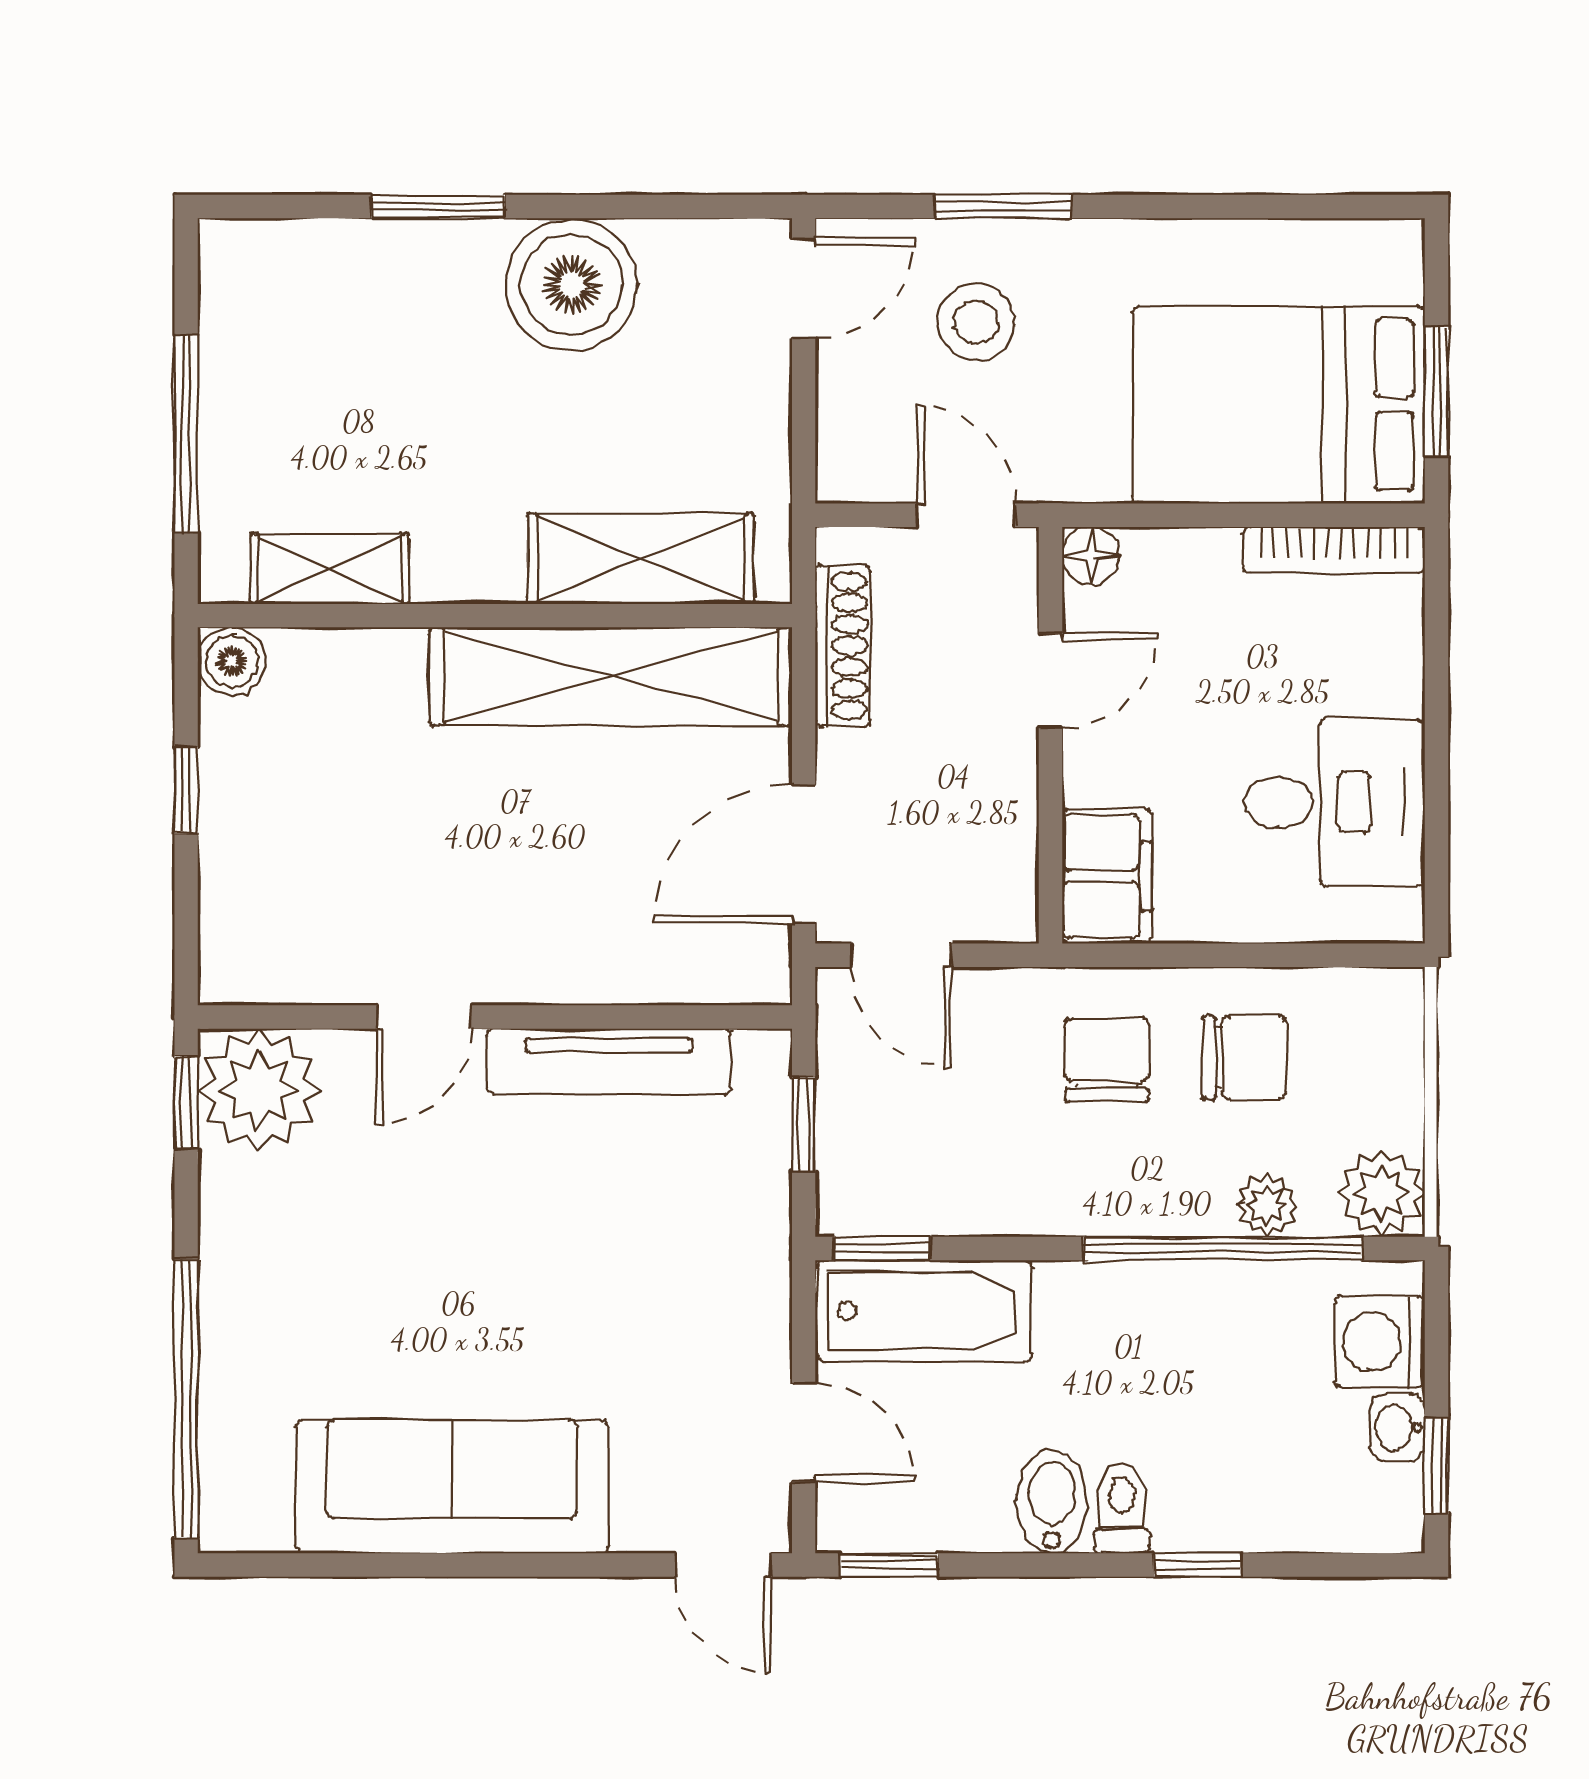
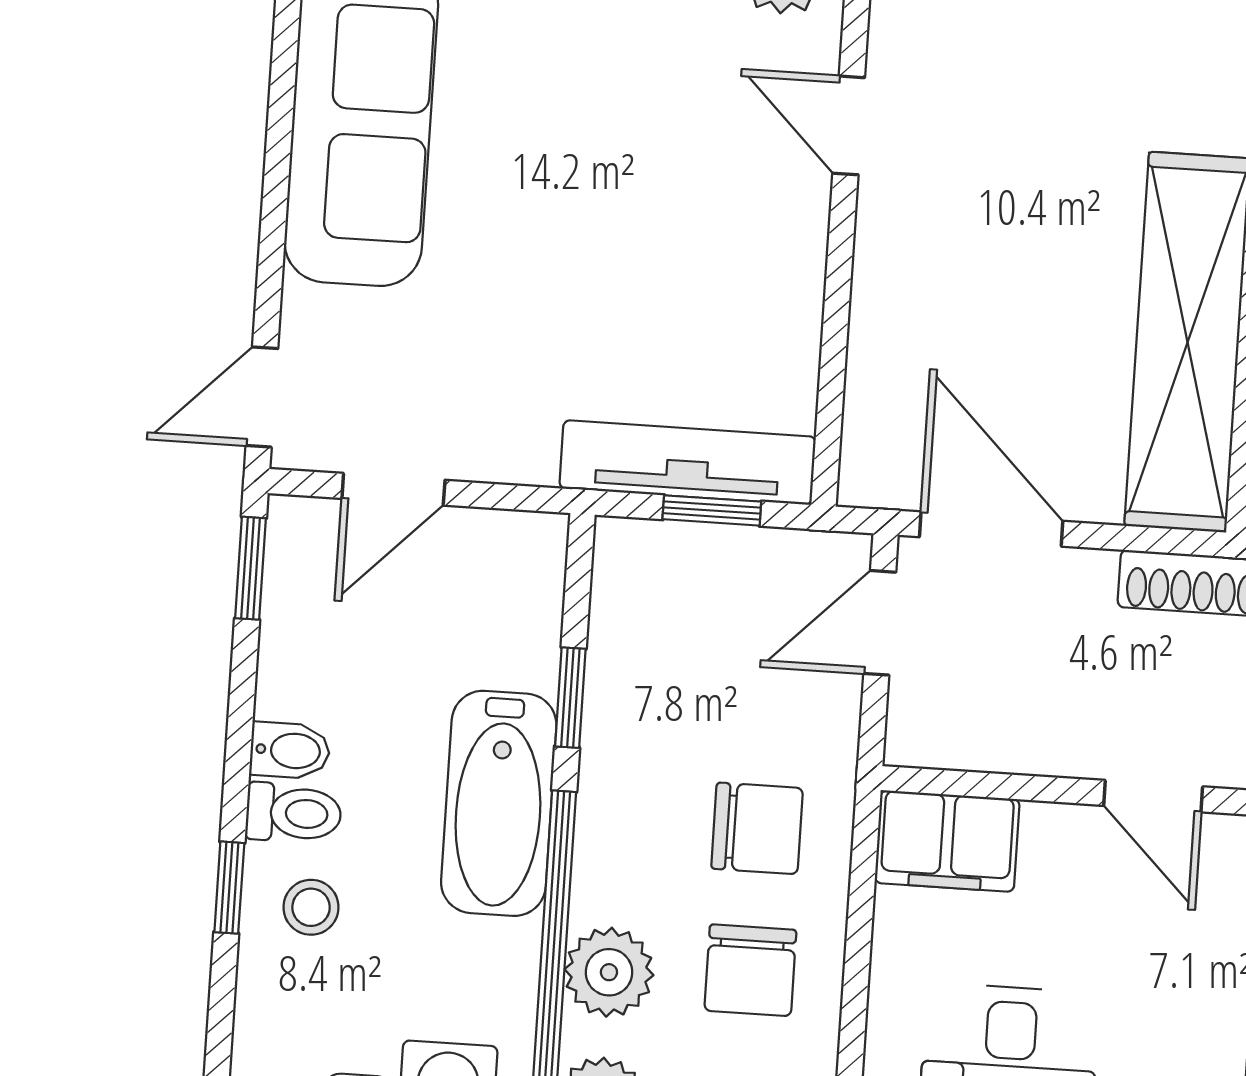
tv unit: (609, 1062) -> (688, 463), moved, turned 90
plant: (1267, 1205) -> (609, 972), width x1.38, depth x1.38
window: (882, 1248) -> (570, 698), moved
bathtub: (924, 1311) -> (499, 803), moved
stool: (1212, 1485) -> (311, 907), added
bidet: (1052, 1502) -> (290, 751), width x0.72, depth x0.74

